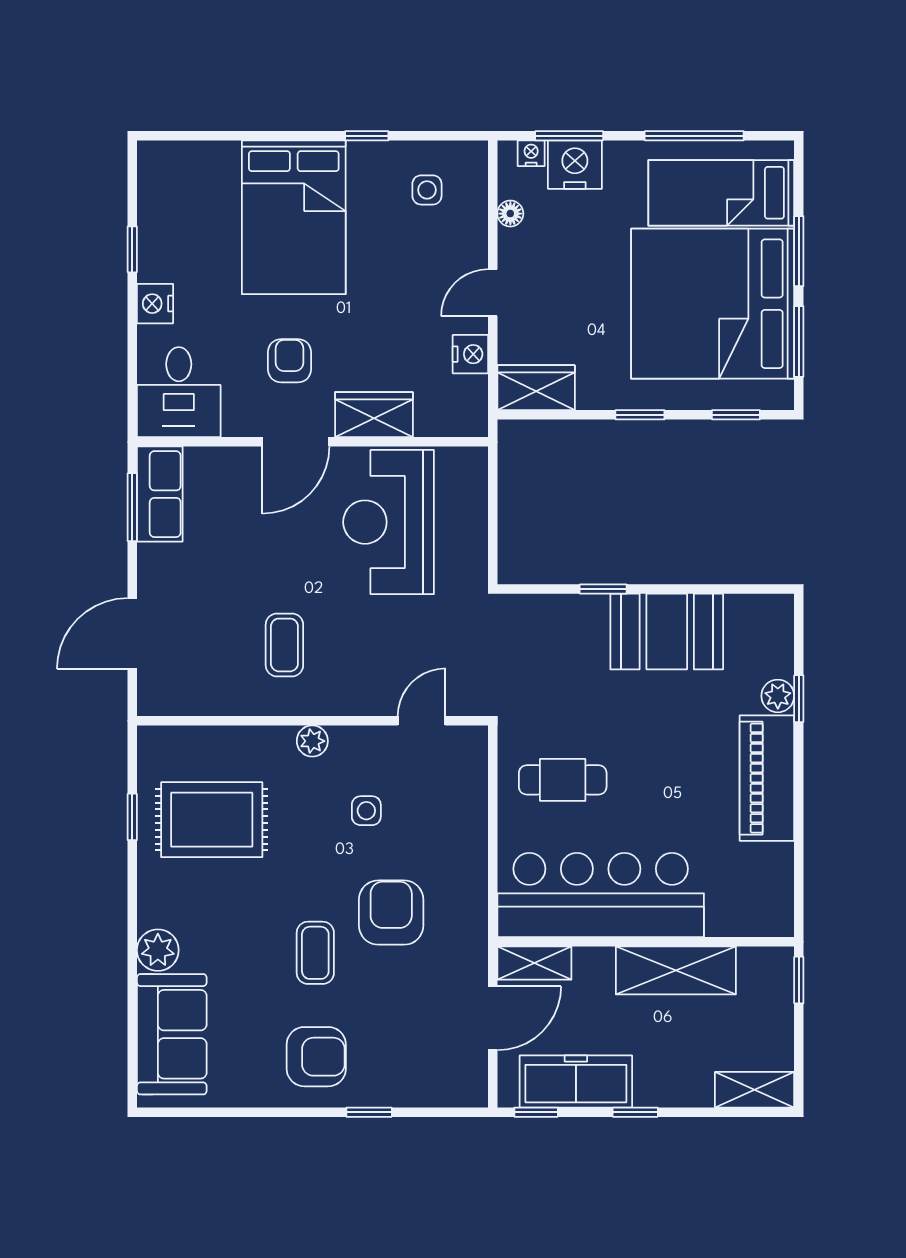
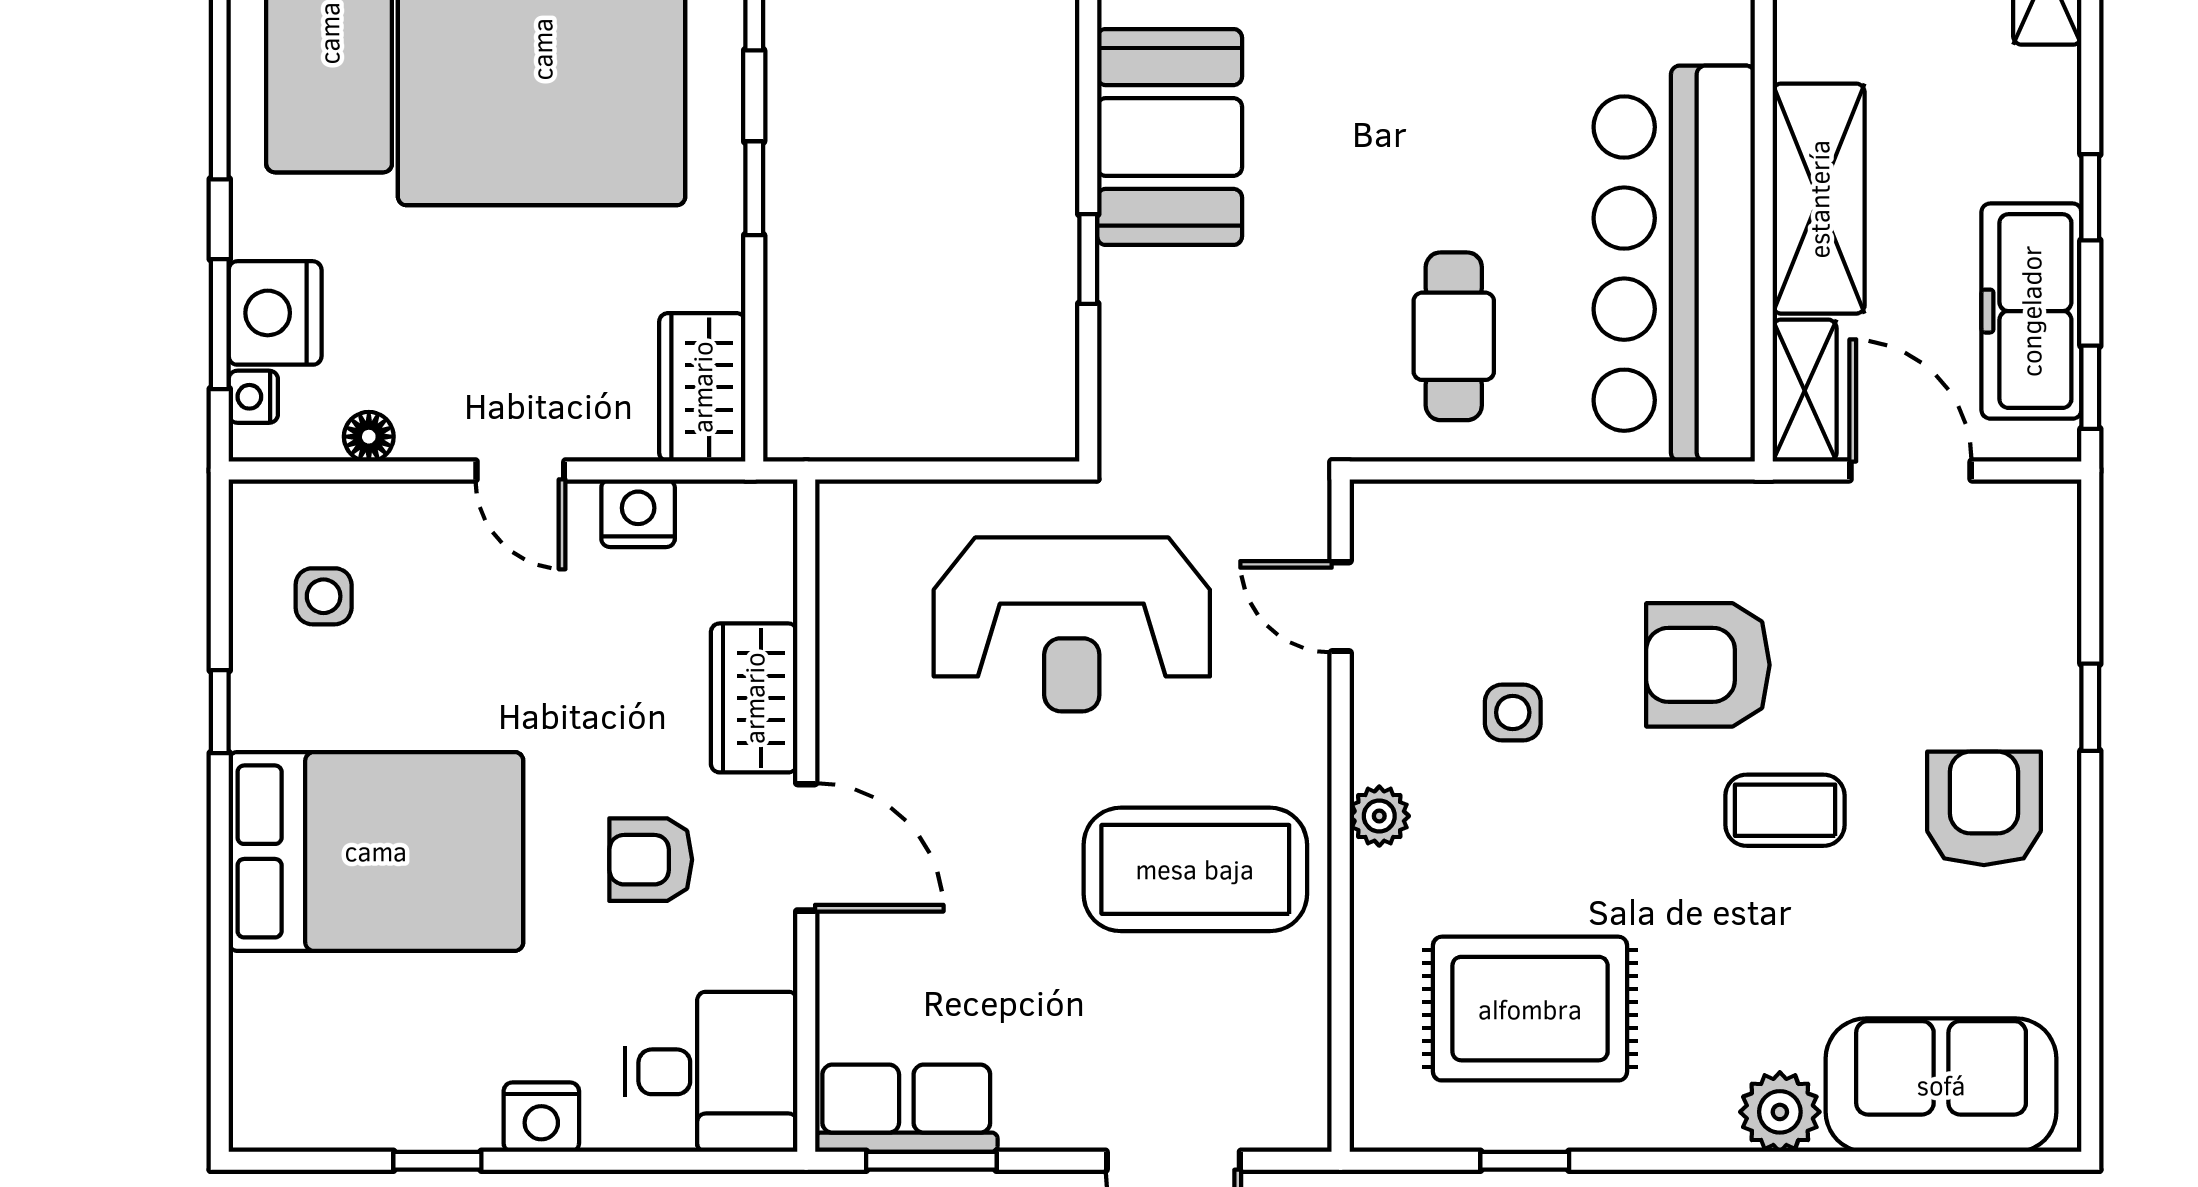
reception desk: (389, 522) -> (1072, 624), moved
coffee table: (284, 645) -> (1195, 869), width x1.86, depth x1.72
rug: (212, 820) -> (1530, 1009), turned 90
shelving: (676, 970) -> (1819, 199), moved

